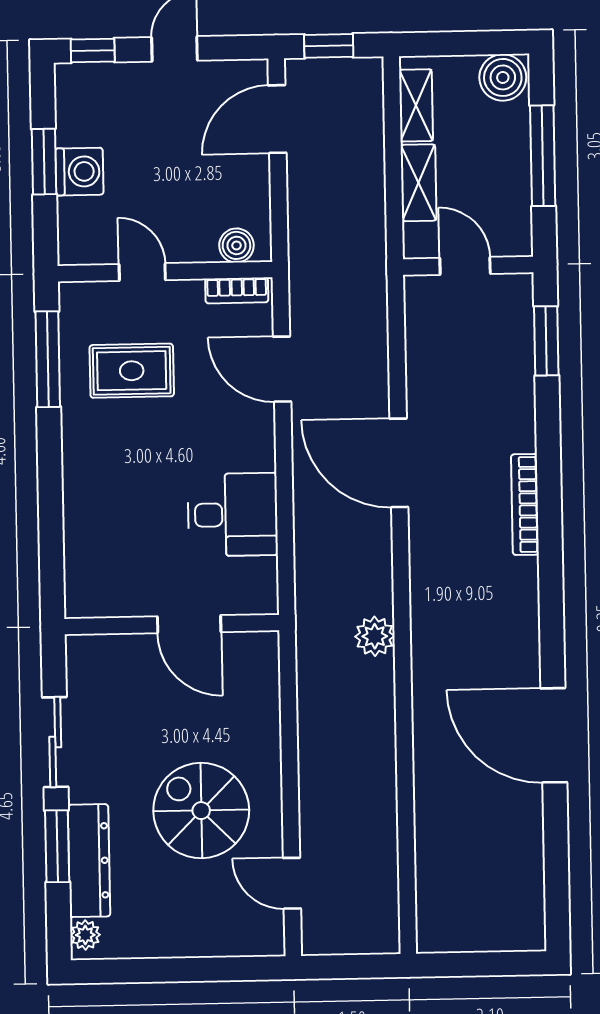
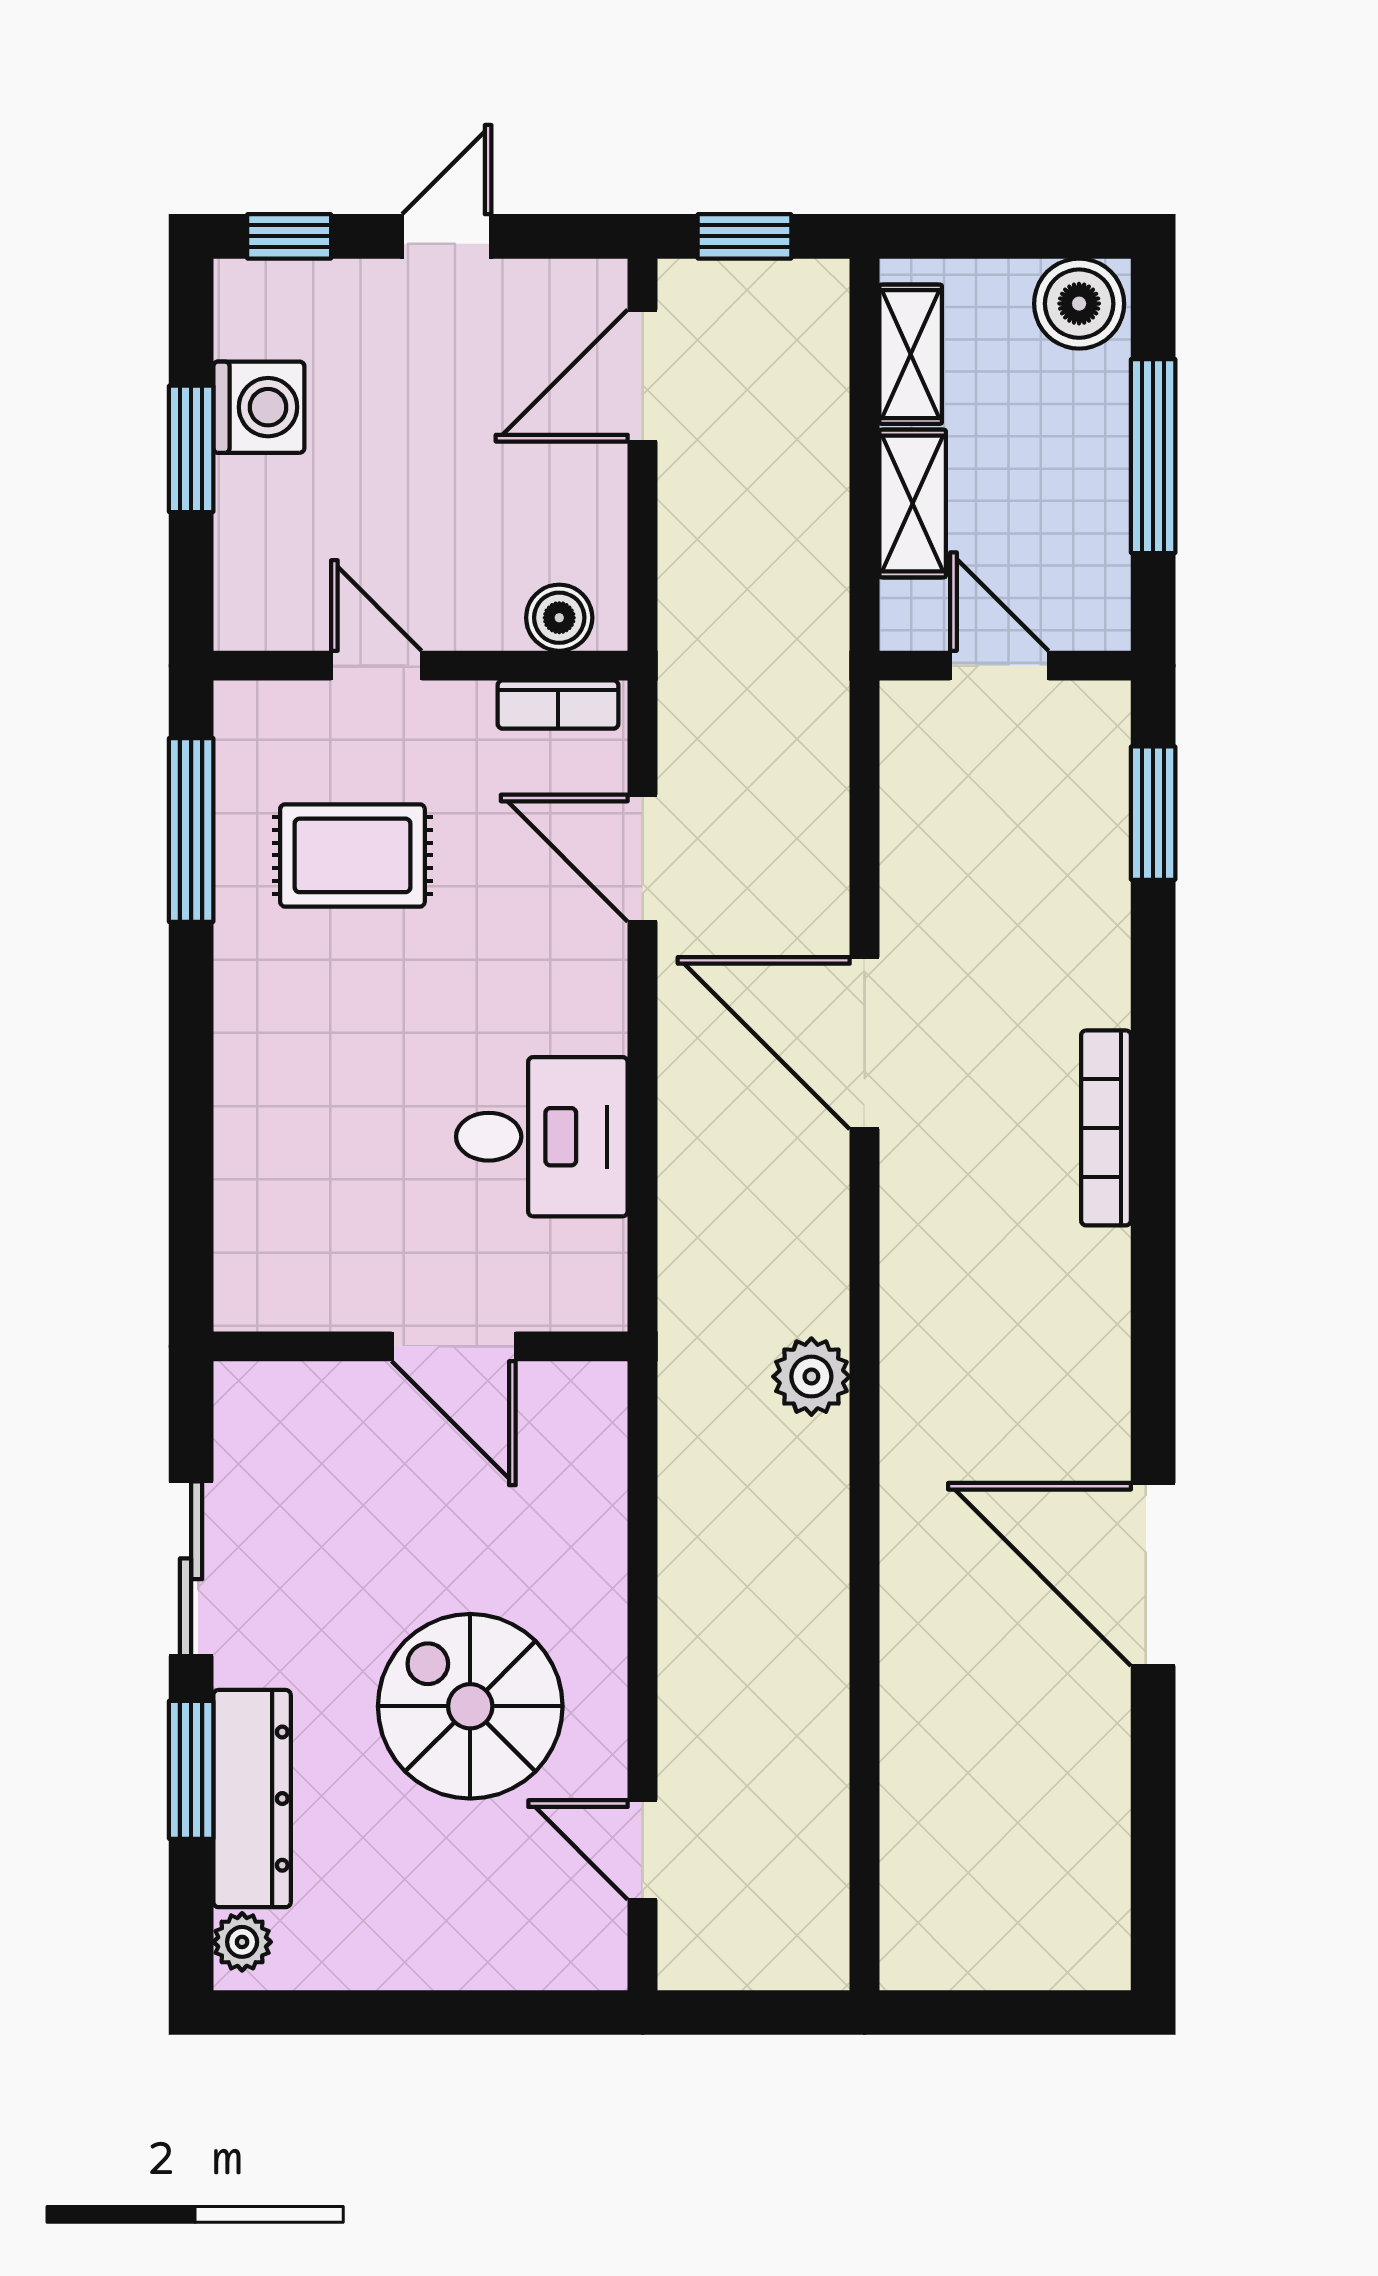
washing machine: (79, 172) -> (259, 407), moved

